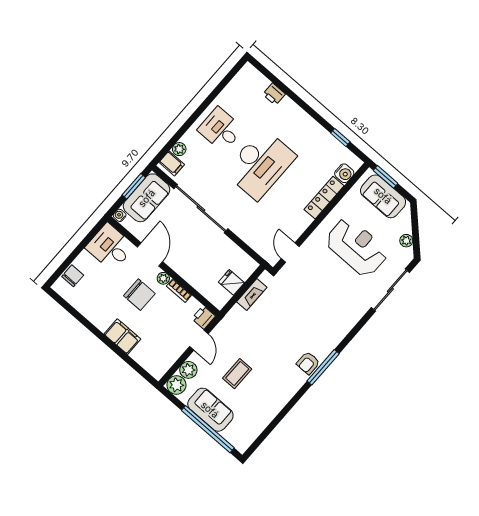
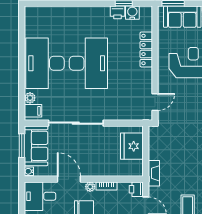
printer: (274, 94) -> (117, 12), moved
desk: (221, 129) -> (45, 63), width x1.87, depth x1.30
water cooler: (344, 173) -> (132, 13), moved, turned -90
door: (290, 253) -> (155, 102), swing flipped
fridge: (231, 282) -> (132, 146), width x1.88, depth x1.34
fireplace: (252, 294) -> (154, 173), moved

